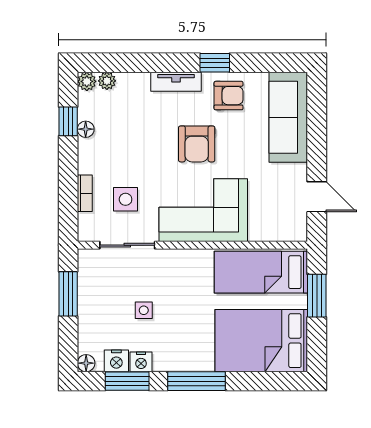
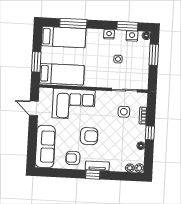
window: (215, 63) -> (93, 175), moved
window: (68, 121) -> (150, 133), moved
armchair: (197, 144) -> (89, 136), turned 90
corner sofa: (203, 210) -> (74, 104), moved
window: (68, 294) -> (154, 55), moved
bed: (261, 341) -> (64, 37), width x0.67
nightstand: (141, 362) -> (109, 34), moved
window: (197, 381) -> (73, 23), moved

